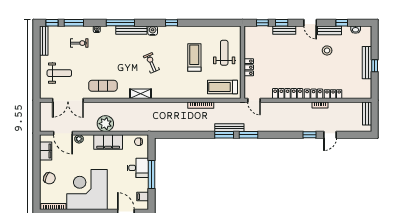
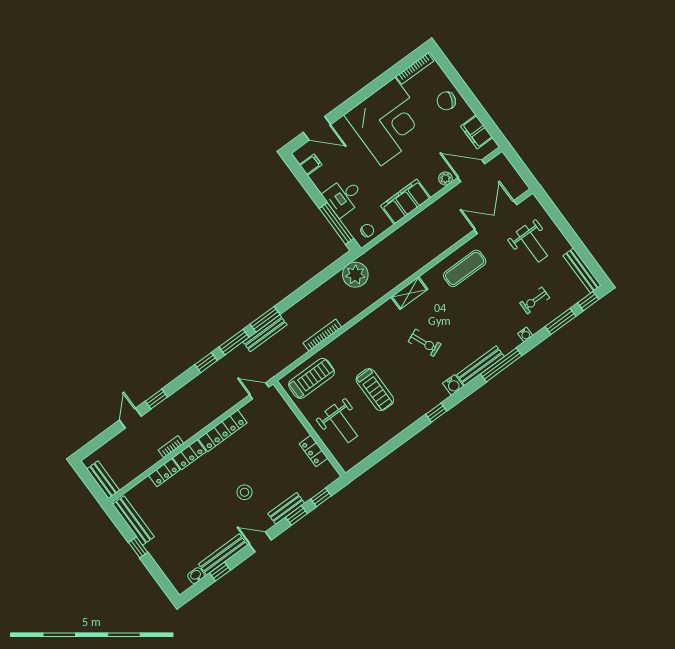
bench: (330, 30) -> (223, 554), width x1.36
stool: (327, 50) -> (244, 492), moved
bench: (367, 63) -> (133, 521), moved
locker: (249, 67) -> (313, 451), moved
weight bench: (59, 73) -> (532, 244), turned -90
plant: (105, 124) -> (355, 275), moved
window: (270, 135) -> (206, 363), added
window: (152, 174) -> (336, 223), moved

